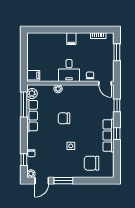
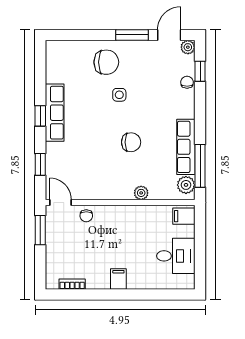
window: (117, 52) -> (40, 230), moved
desk: (69, 71) -> (176, 256), moved, turned 90
chair: (92, 163) -> (106, 62), moved

